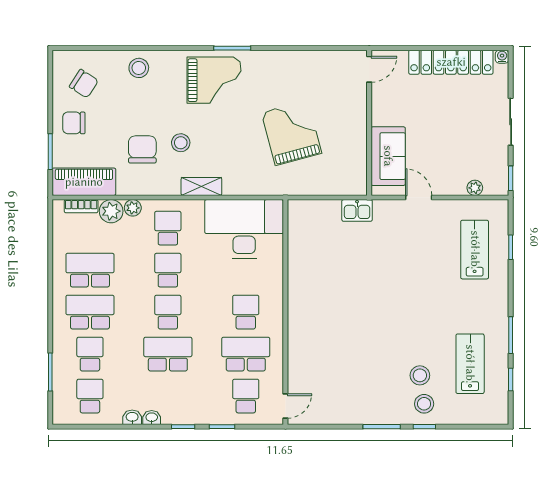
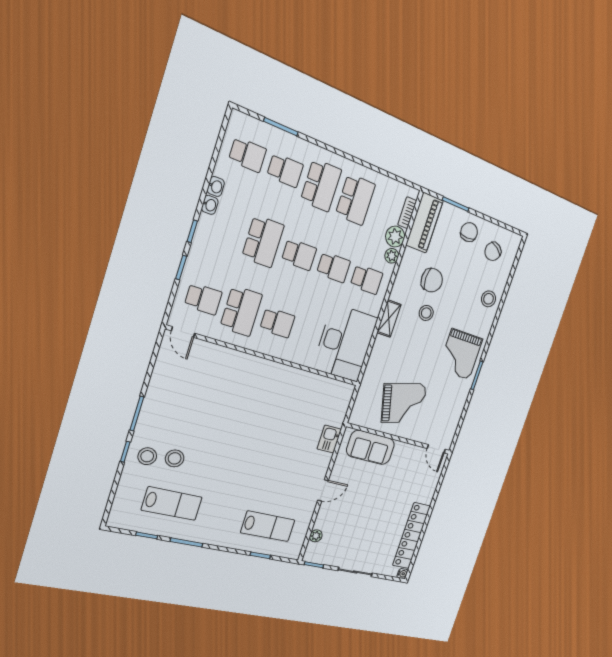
door: (369, 69) -> (436, 449), moved
wall: (369, 123) -> (399, 439), moved
sofa: (388, 156) -> (371, 447), moved

